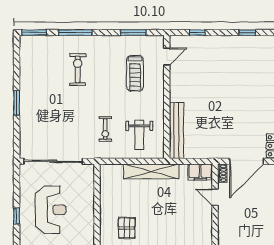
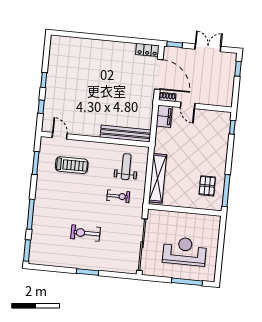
window: (247, 33) -> (44, 80), moved
exercise bike: (78, 69) -> (86, 233), moved
weight bench: (139, 135) -> (126, 167), turned -90
shelving: (151, 171) -> (158, 178), moved
door: (215, 197) -> (188, 105), hinge flipped
window: (17, 216) -> (187, 282), width x2.17
pallet: (127, 228) -> (207, 186), turned 90

